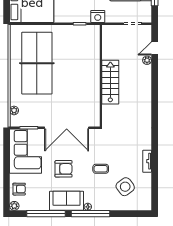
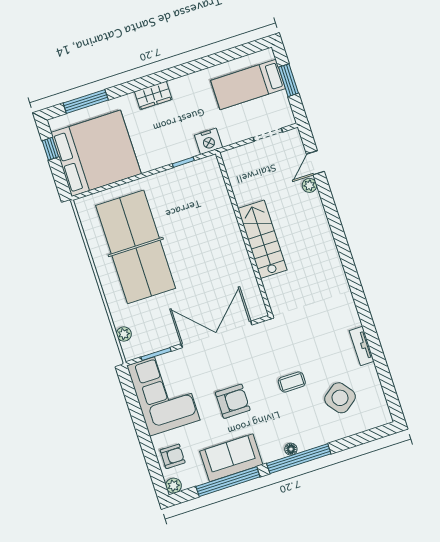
double door: (67, 128) -> (217, 334), swing flipped
sofa: (67, 201) -> (231, 458), moved

